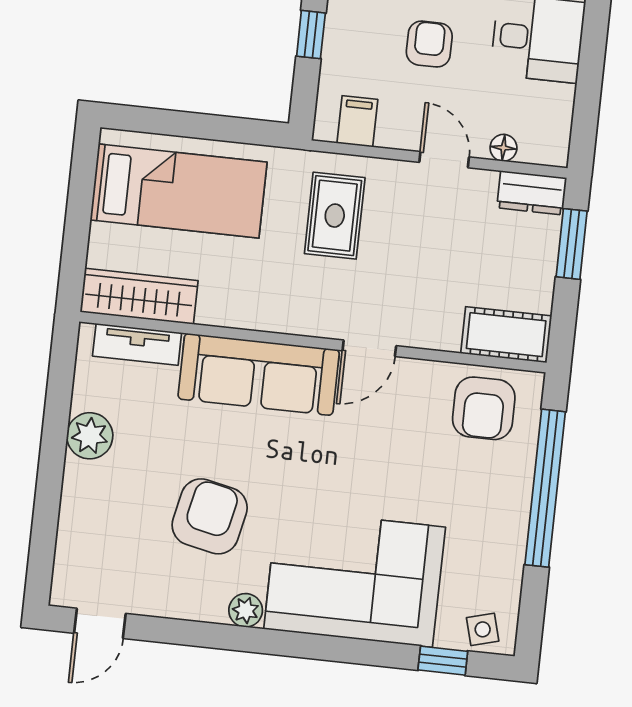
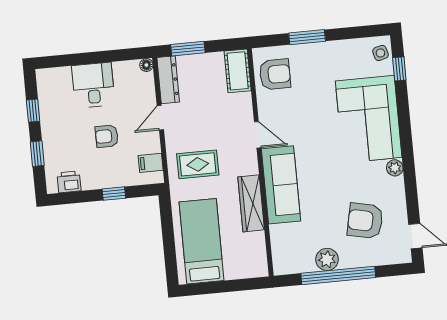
floor lamp: (503, 148) -> (146, 65), moved
dresser: (532, 193) -> (168, 80), width x1.44
wardrobe: (139, 296) -> (251, 203), moved
tv unit: (137, 344) -> (279, 246), removed
window: (53, 452) -> (338, 275), added
window: (545, 488) -> (307, 37), width x0.47
armchair: (210, 516) -> (365, 221), moved

